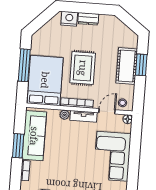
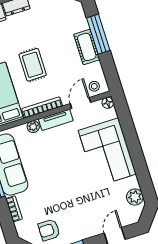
window: (141, 65) -> (98, 34), width x1.44
cot: (127, 66) -> (87, 47), width x0.73, depth x0.75
rug: (83, 68) -> (33, 65), width x0.73, depth x0.70

